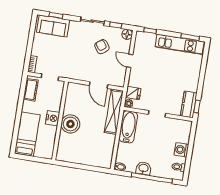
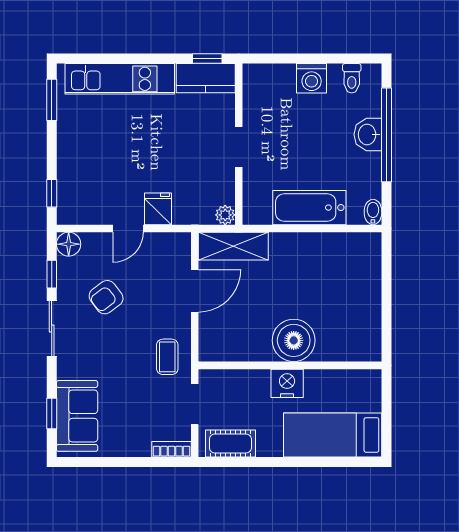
kitchen unit: (180, 44) -> (120, 79), moved, turned 90
coffee table: (72, 69) -> (167, 357), added
fridge: (133, 93) -> (158, 209), moved
shelving: (114, 112) -> (233, 246), width x0.68
bathtub: (128, 127) -> (309, 208), moved
washbasin: (143, 168) -> (368, 135), moved

